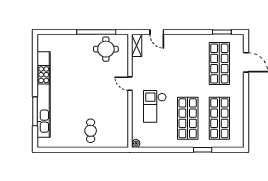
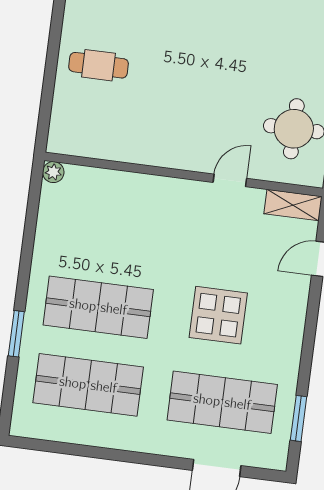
display table: (185, 70) -> (218, 315), added
door: (130, 84) -> (230, 180), moved
checkout: (155, 106) -> (138, 230), removed

